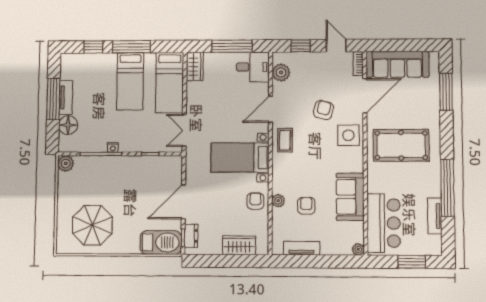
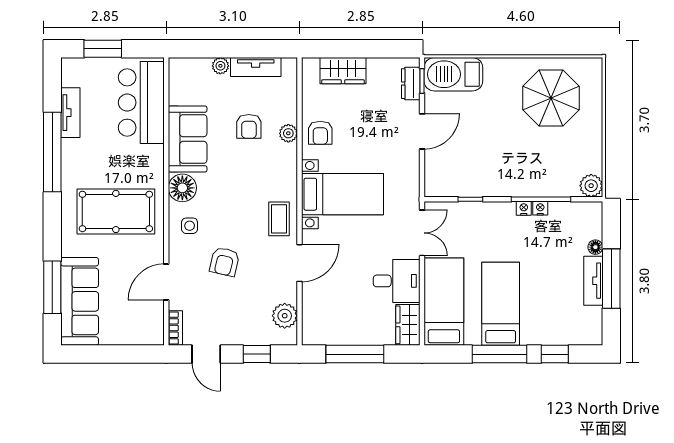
sofa: (397, 64) -> (80, 301), moved, turned 90
desk: (253, 67) -> (397, 281), moved, turned 180
door: (365, 96) -> (166, 282), width x0.73
floor lamp: (68, 125) -> (595, 247), width x0.53, depth x0.53
side table: (348, 135) -> (190, 226), width x0.54, depth x0.54
nightstand: (101, 148) -> (540, 208), added
floor lamp: (354, 162) -> (182, 188), added
door: (183, 202) -> (422, 131), width x0.73
plant: (358, 249) -> (220, 66), moved

